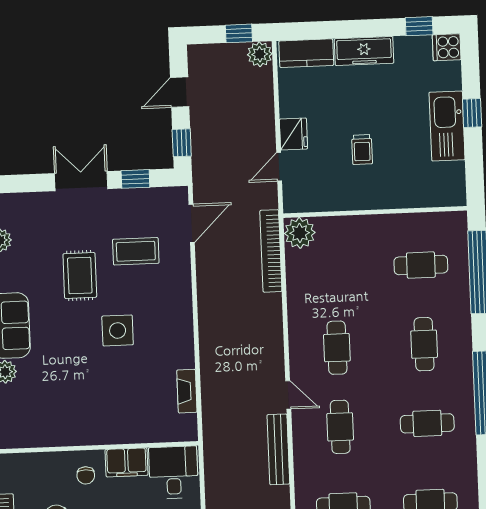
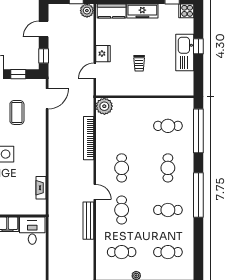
coffee table: (136, 251) -> (17, 112), turned 90
bookcase: (271, 251) -> (89, 138), moved

